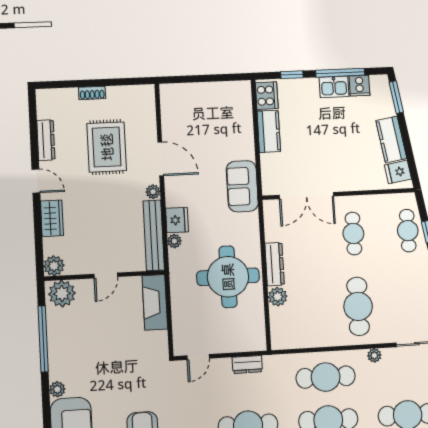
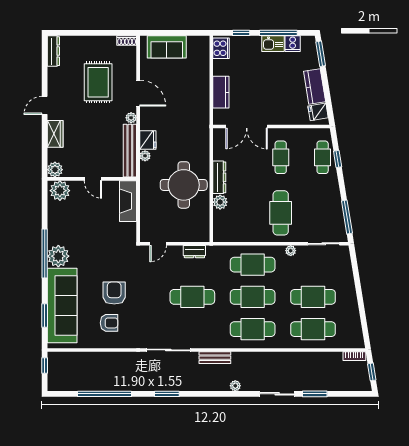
shoe rack: (92, 93) -> (127, 40), moved
kitchen counter: (269, 131) -> (221, 92), moved
dresser: (46, 140) -> (53, 51), moved
door: (36, 181) -> (45, 105), swing flipped
sofa: (242, 186) -> (167, 47), moved, turned -90
door: (106, 275) -> (93, 179), hinge flipped
window: (43, 339) -> (45, 254), moved
plant: (57, 389) -> (58, 256), width x1.88, depth x1.88

